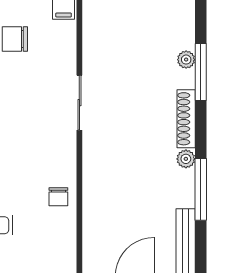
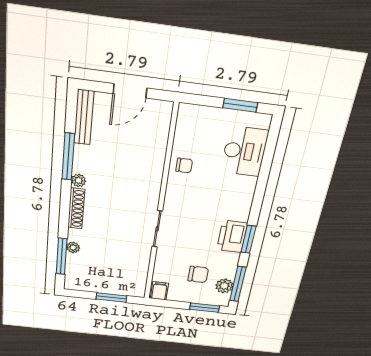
window: (201, 72) -> (61, 256), moved
chair: (58, 197) -> (184, 165), turned 90

